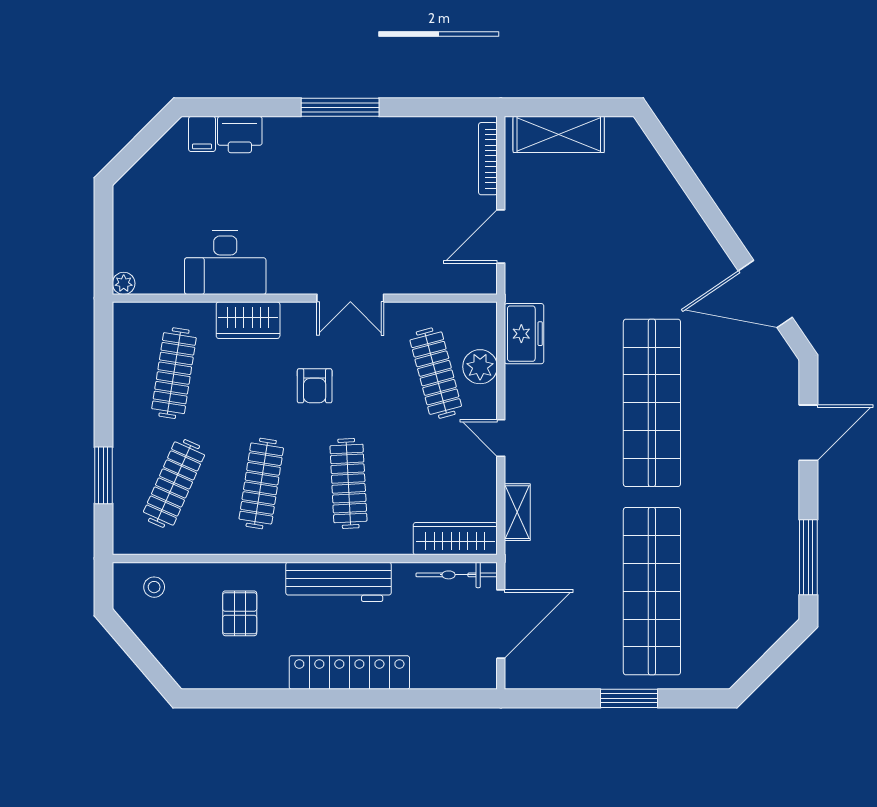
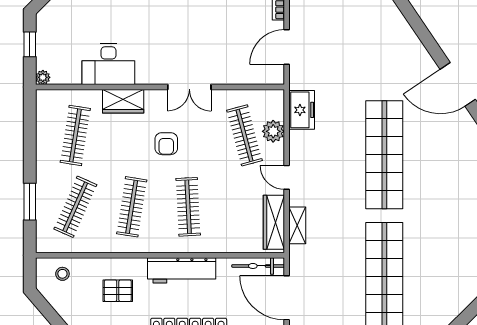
window: (103, 232) -> (30, 44), added
wardrobe: (455, 539) -> (274, 222), moved, turned -90
pallet: (240, 613) -> (118, 291), turned 90
door: (501, 624) -> (287, 298), swing flipped

